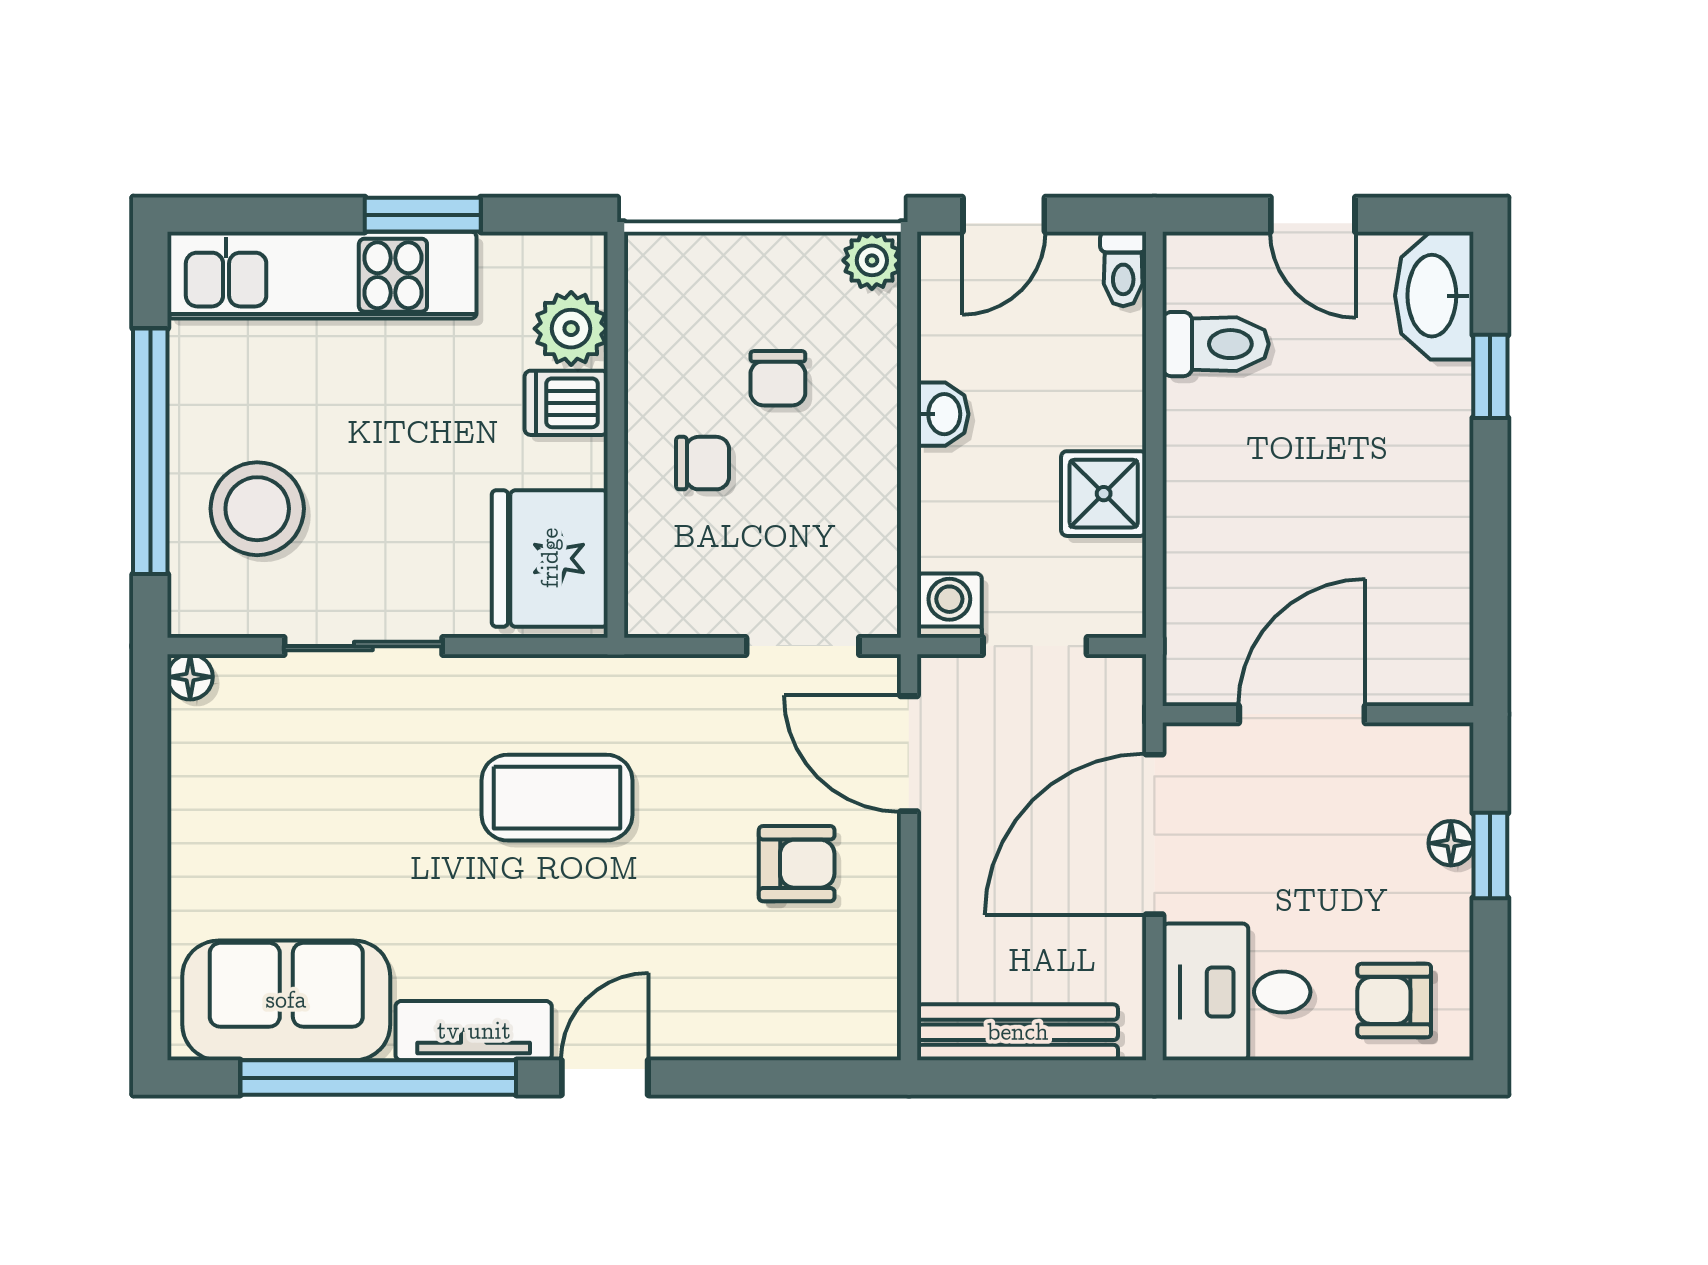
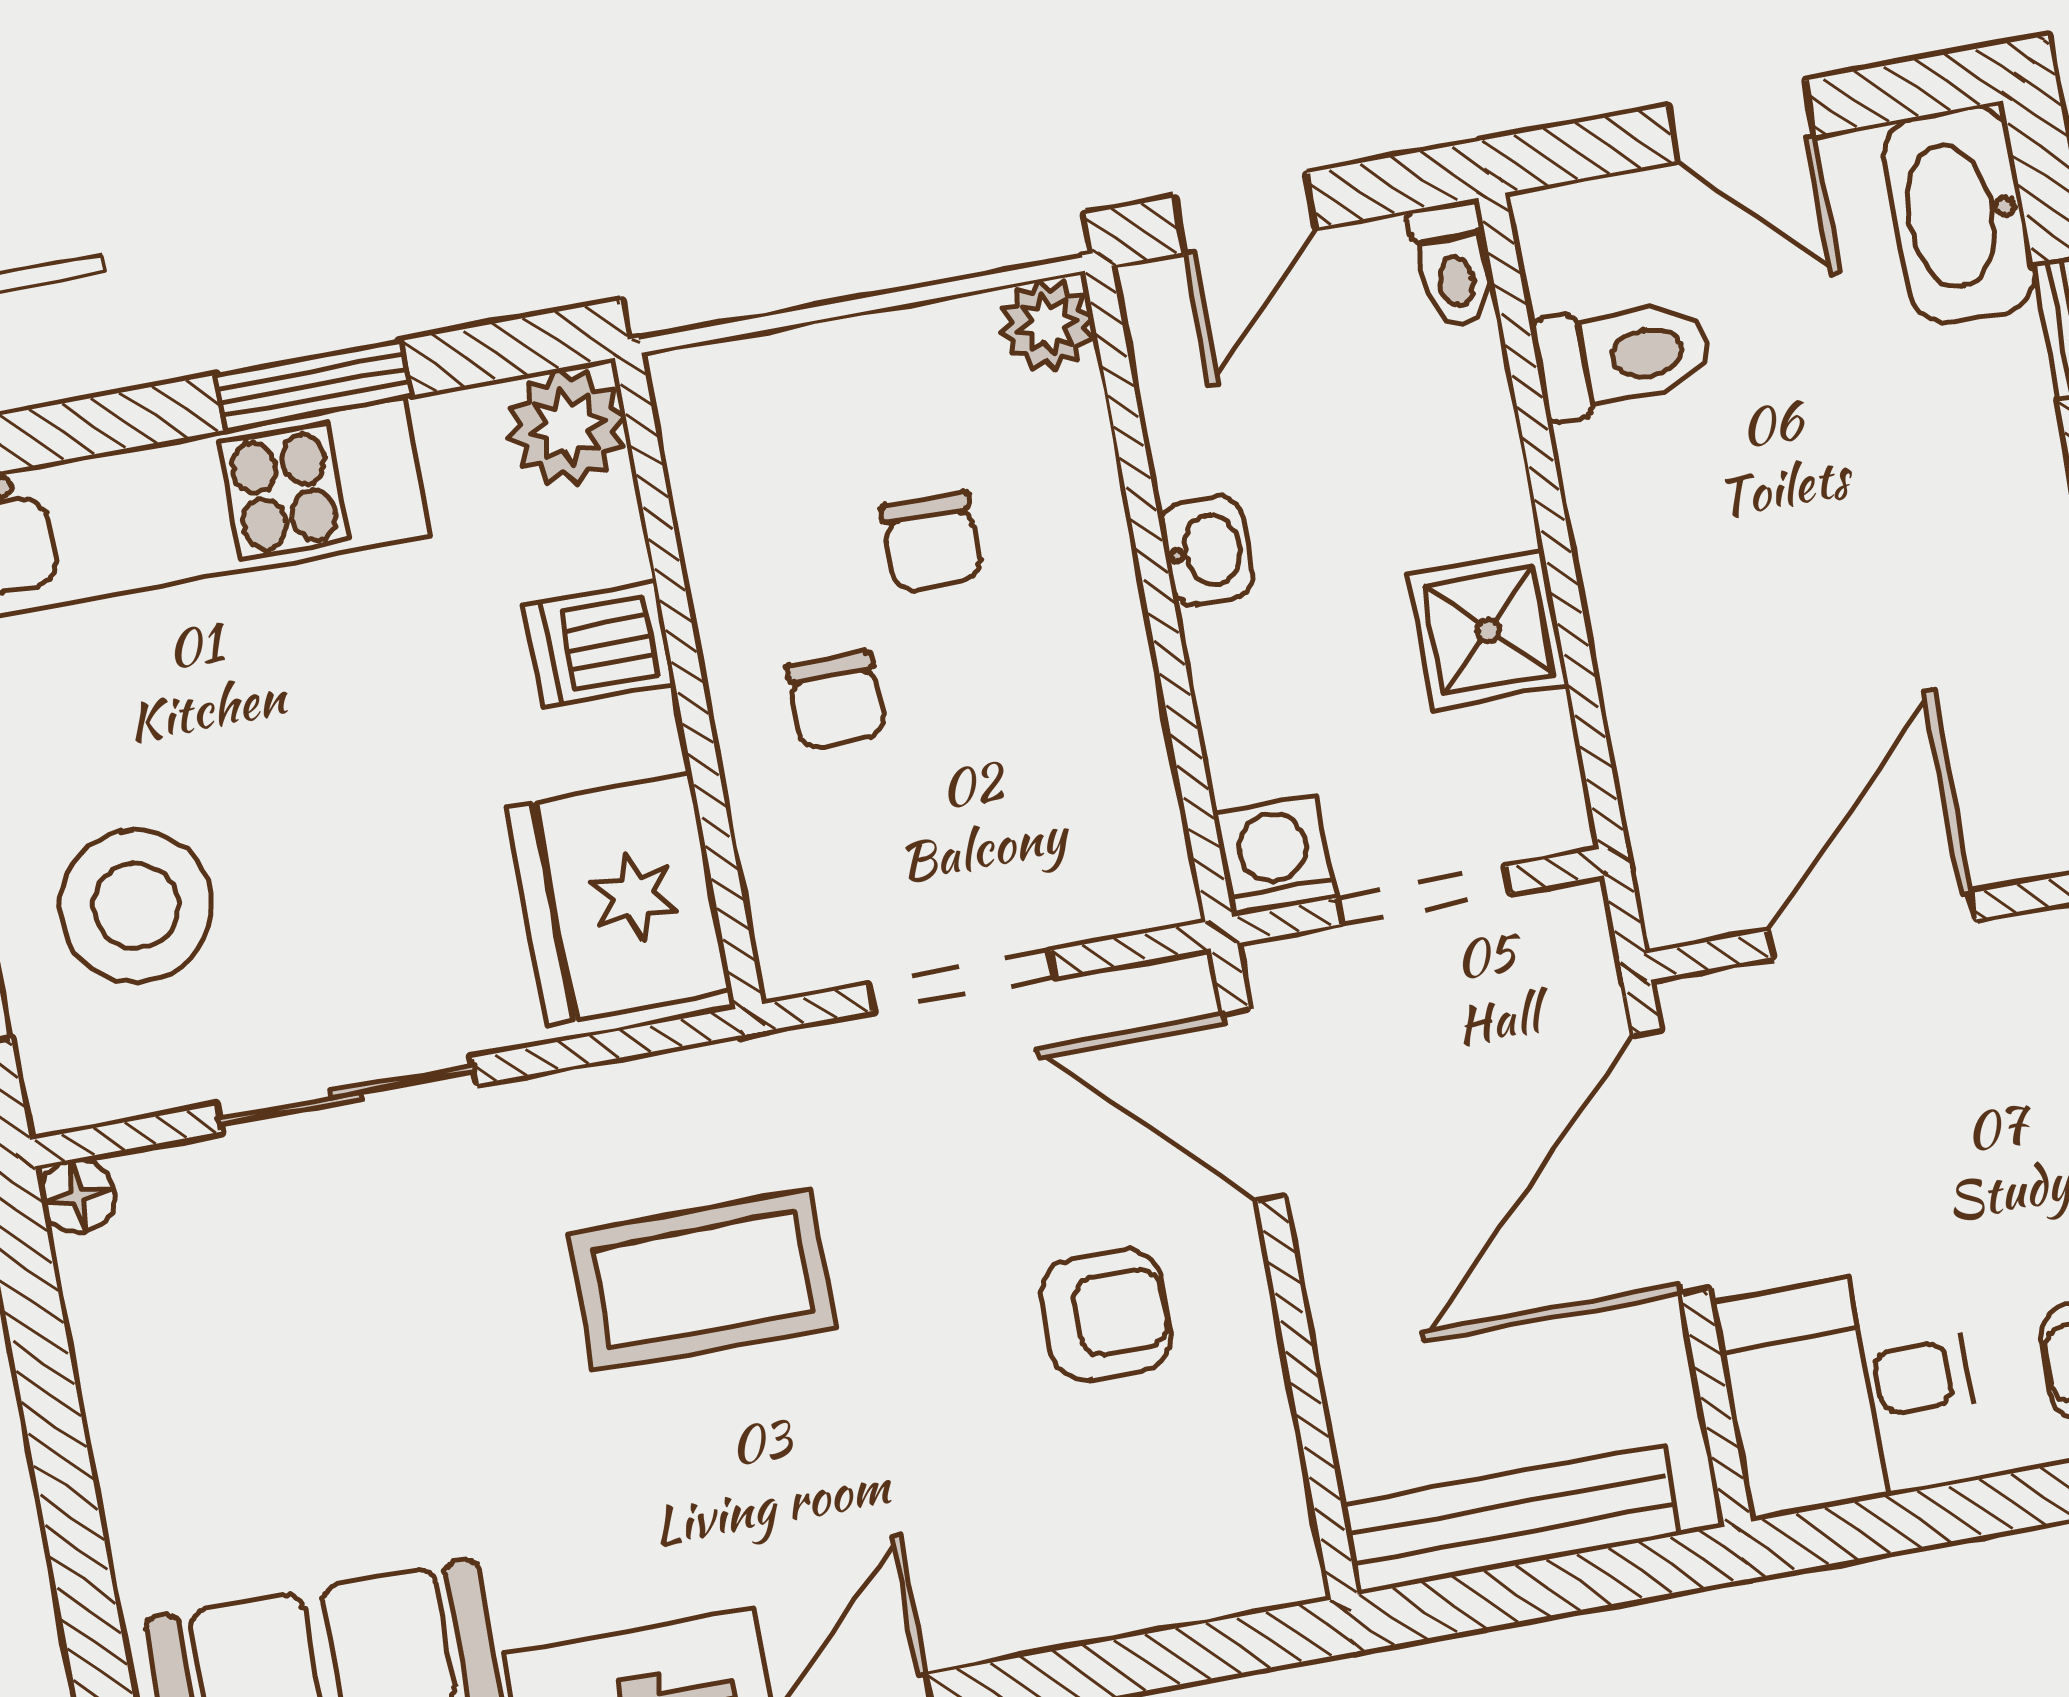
plant: (571, 329) -> (567, 427), moved
chair: (703, 463) -> (836, 701), turned 90
doorway: (803, 646) -> (961, 981), moved

